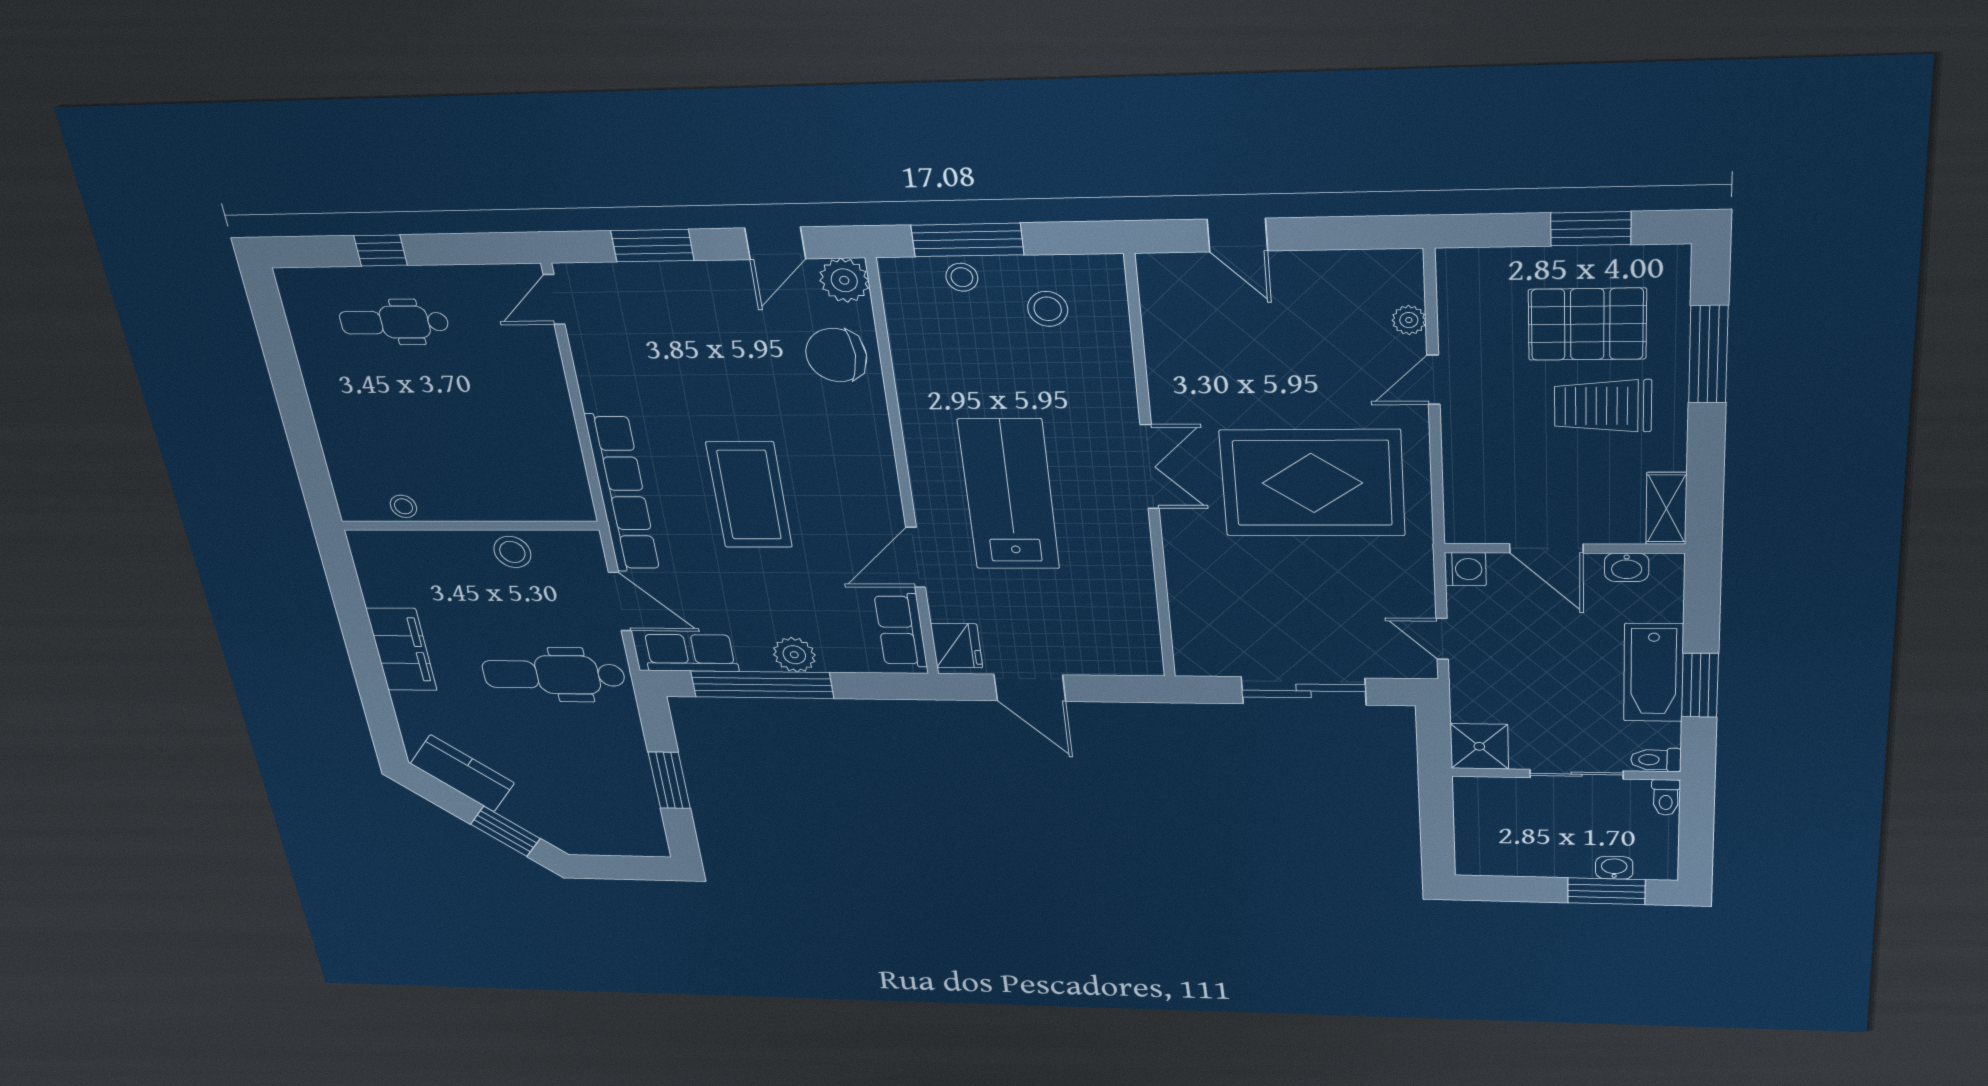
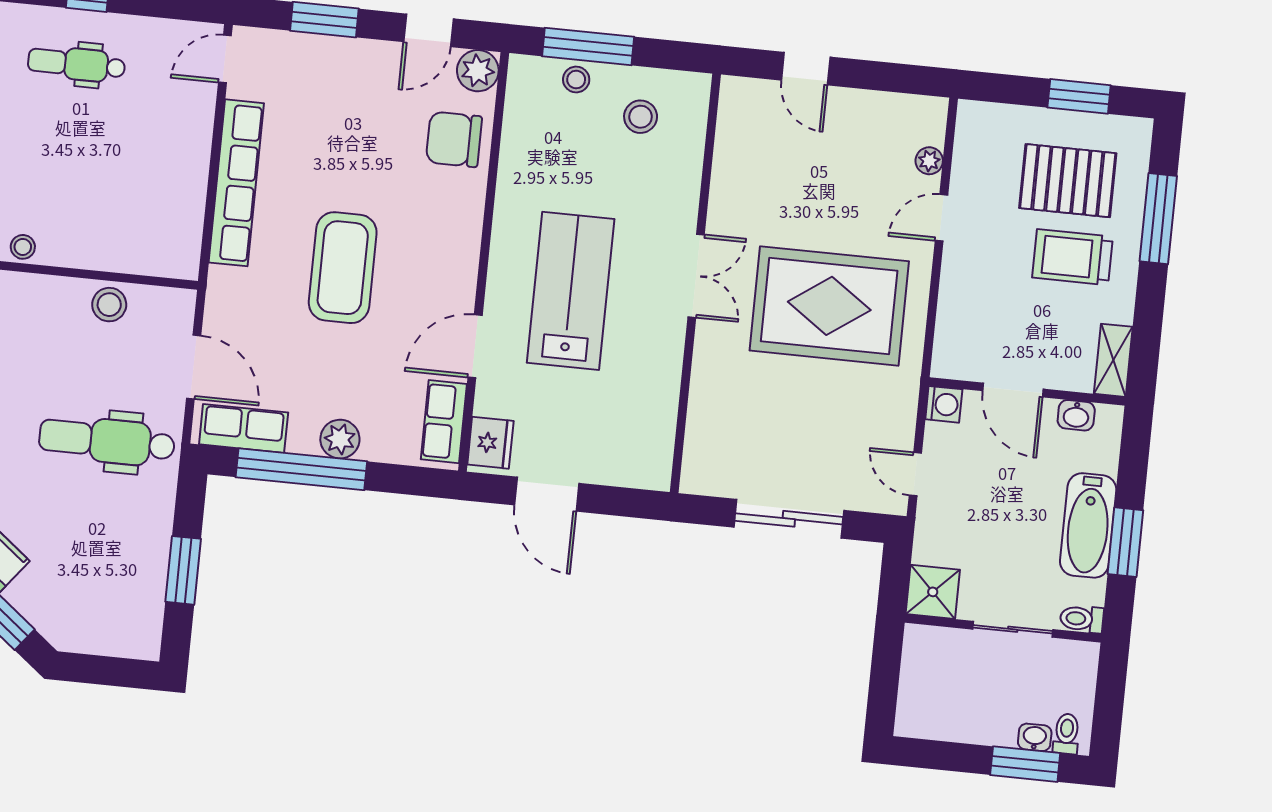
row of seats: (622, 493) -> (236, 183), moved
toilet: (1666, 797) -> (1066, 734), moved, turned 180

